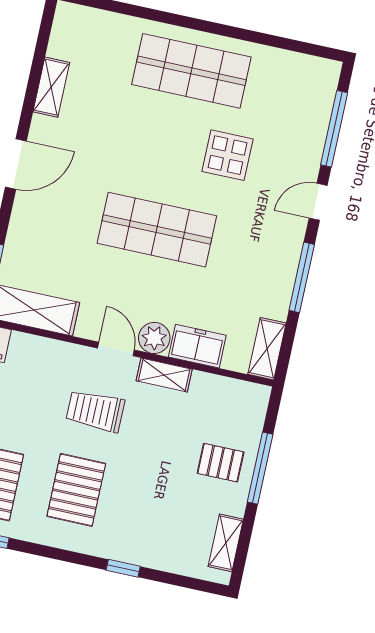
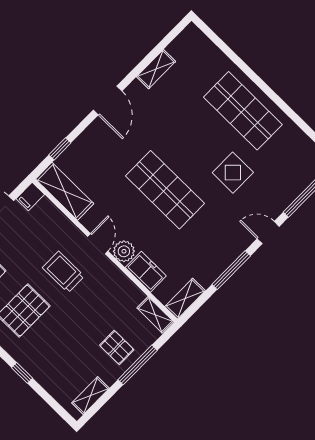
door: (16, 164) -> (108, 100), hinge flipped
shelving: (164, 375) -> (155, 315), moved

